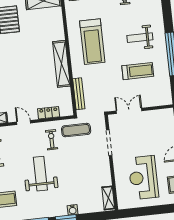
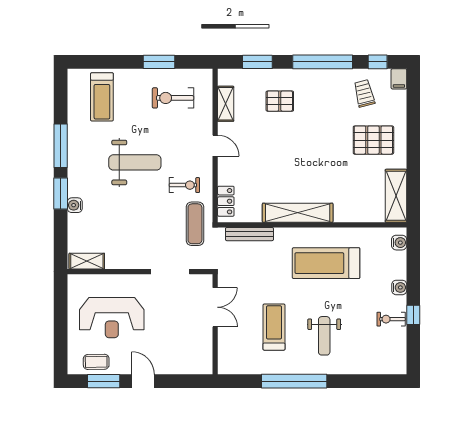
weight bench: (140, 38) -> (324, 336), turned 180
treadmill: (138, 71) -> (274, 327), turned 180
locker: (49, 113) -> (226, 201), moved
door: (24, 122) -> (215, 146), hinge flipped
reception desk: (143, 178) -> (112, 318), turned 180

